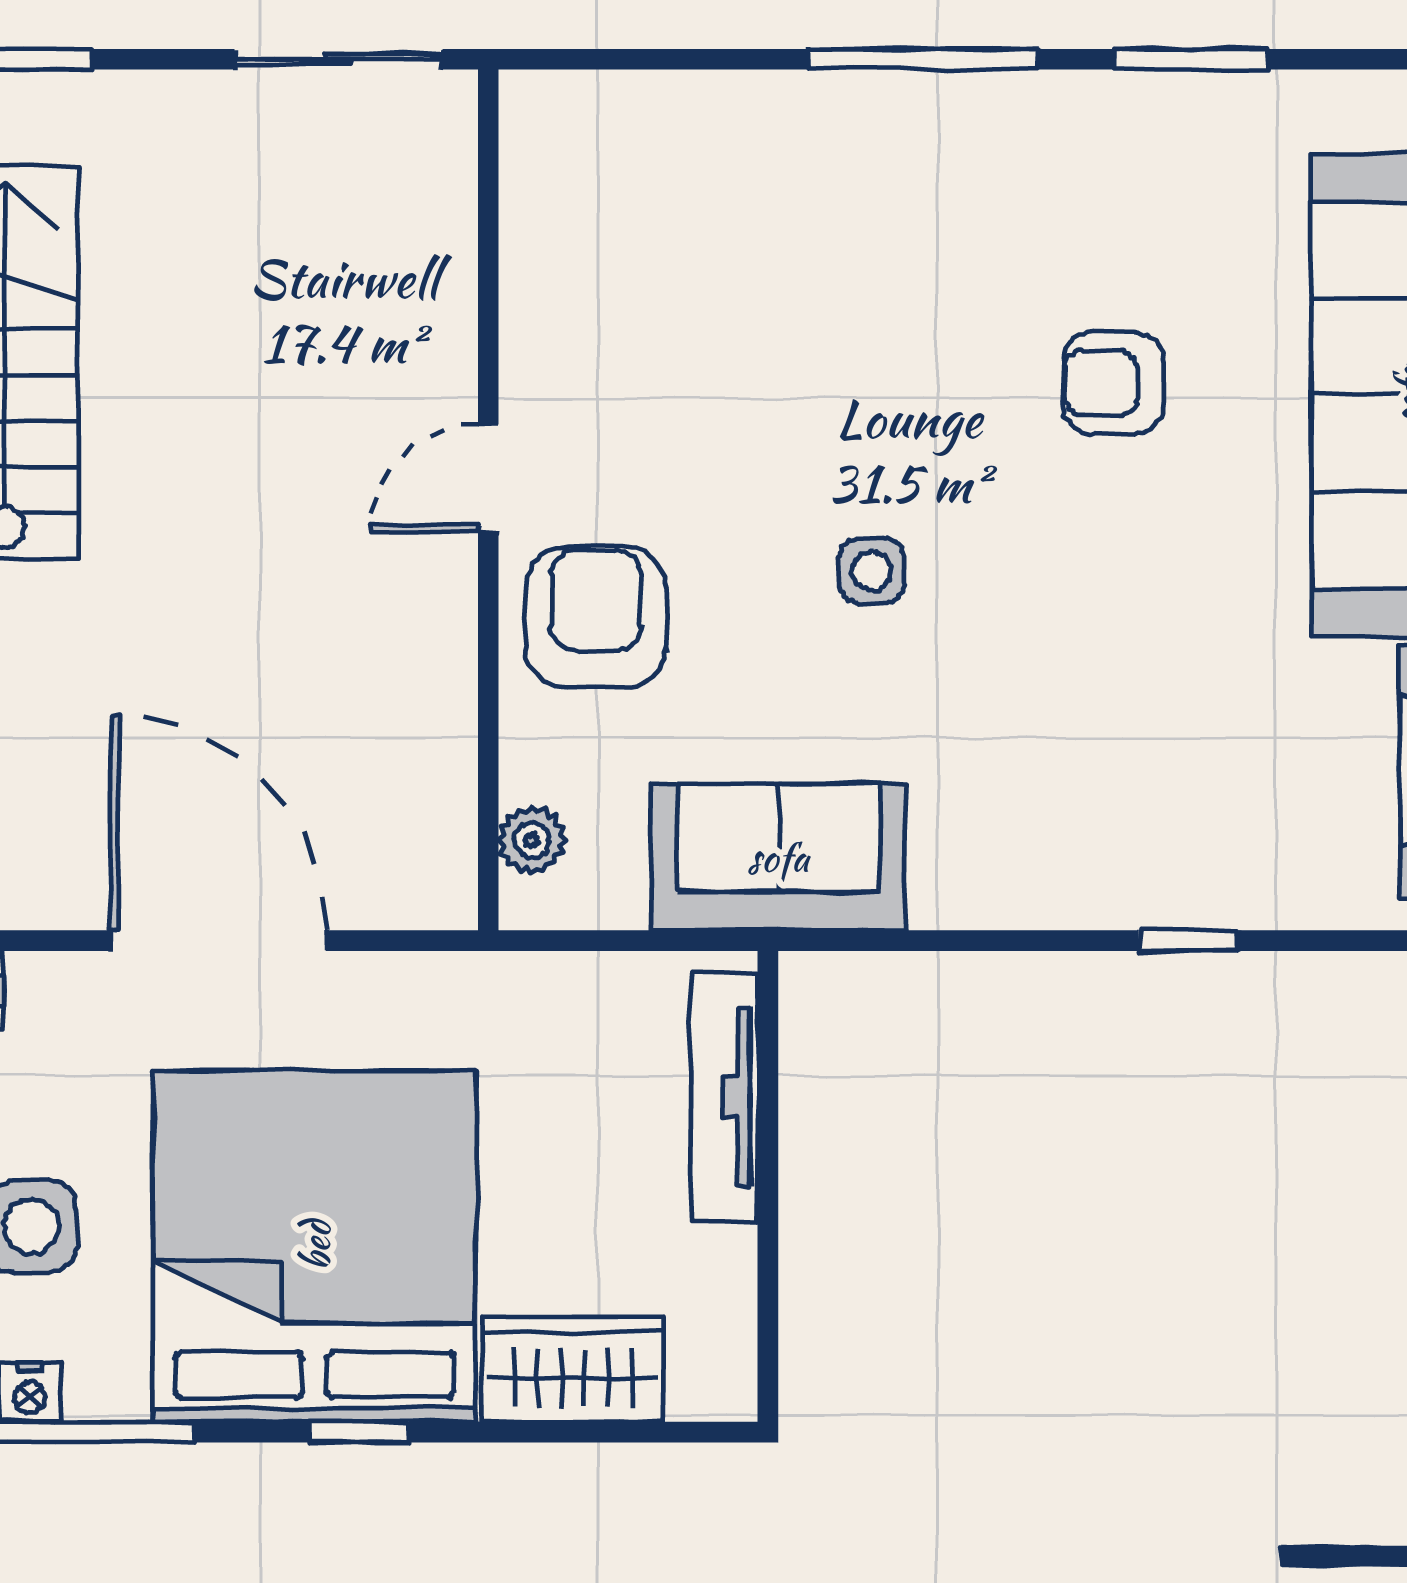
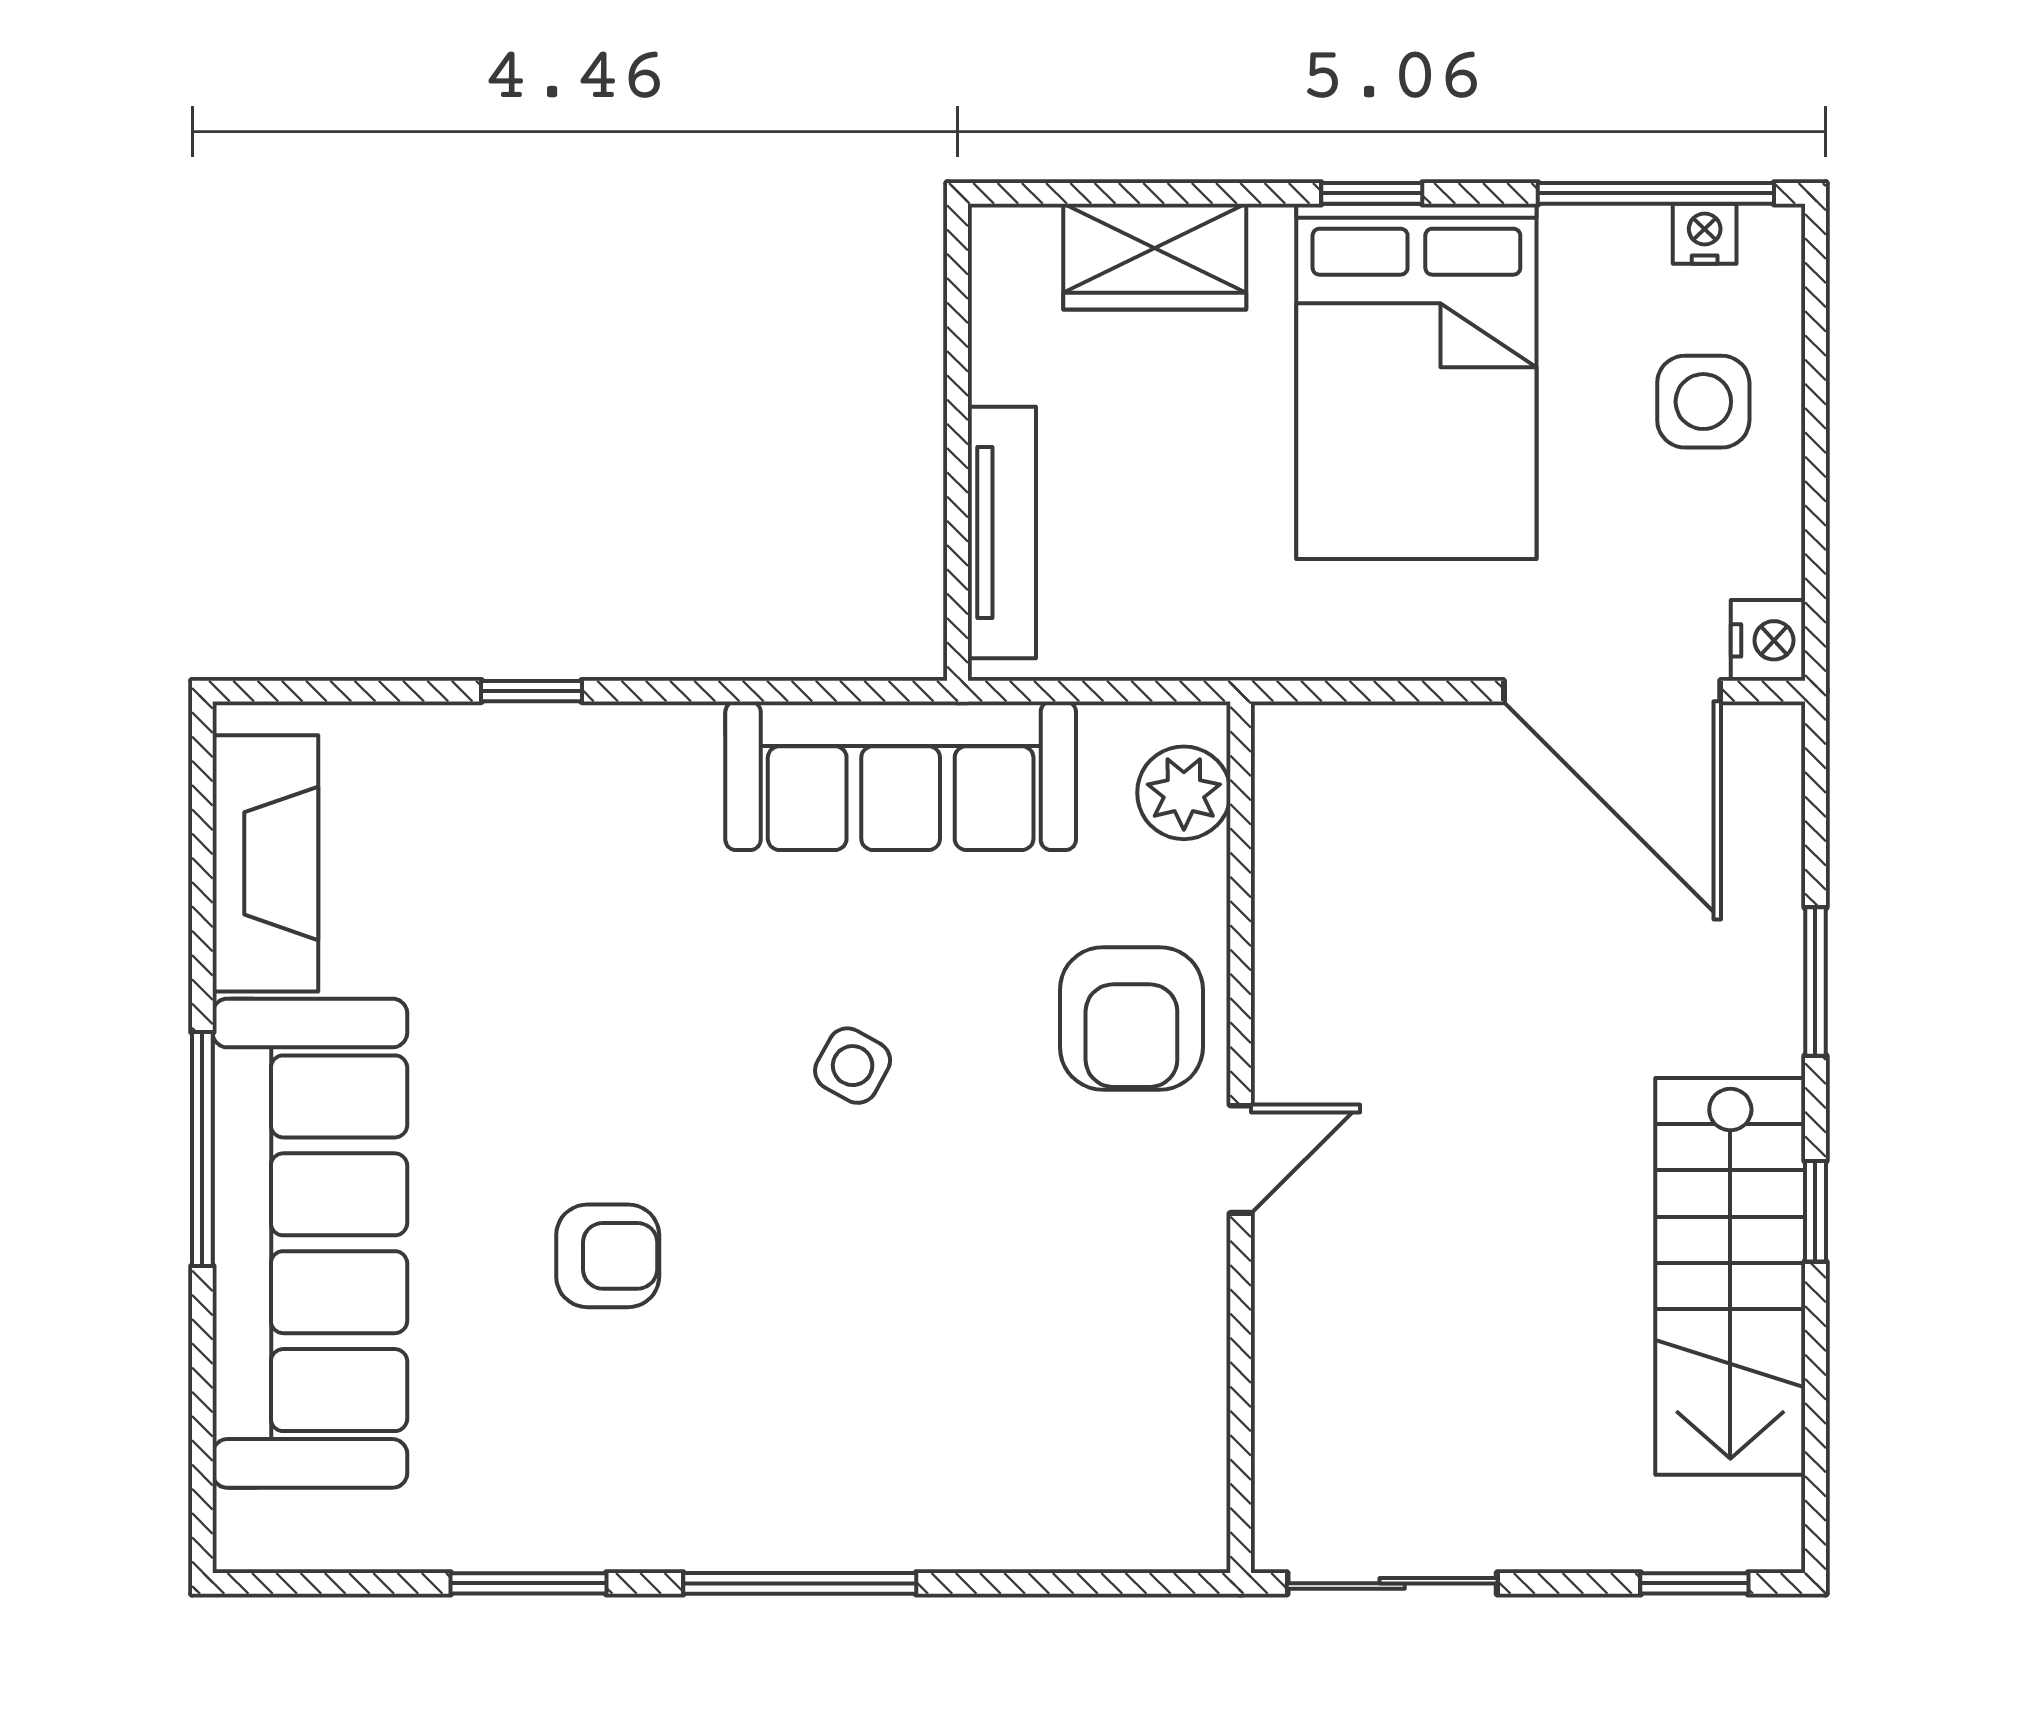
side table: (871, 571) -> (853, 1066), turned 31
plant: (532, 840) -> (1184, 793), width x1.38, depth x1.38
sofa: (778, 857) -> (901, 776), width x1.36
door: (218, 941) -> (1612, 691), moved
bed: (315, 1246) -> (1416, 381), width x0.73

